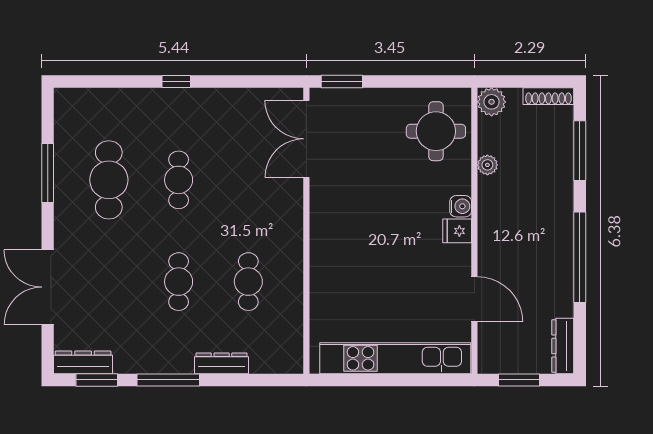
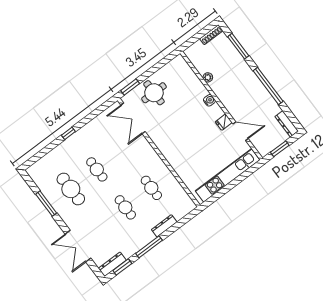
plant: (492, 102) -> (192, 53), removed
round table: (436, 131) -> (154, 93), moved
fridge: (457, 231) -> (224, 122), moved

